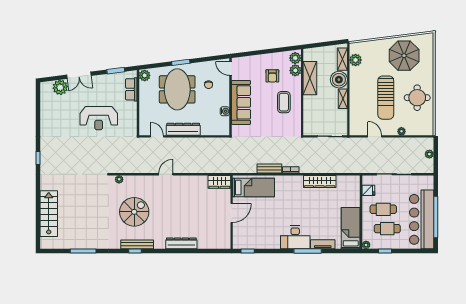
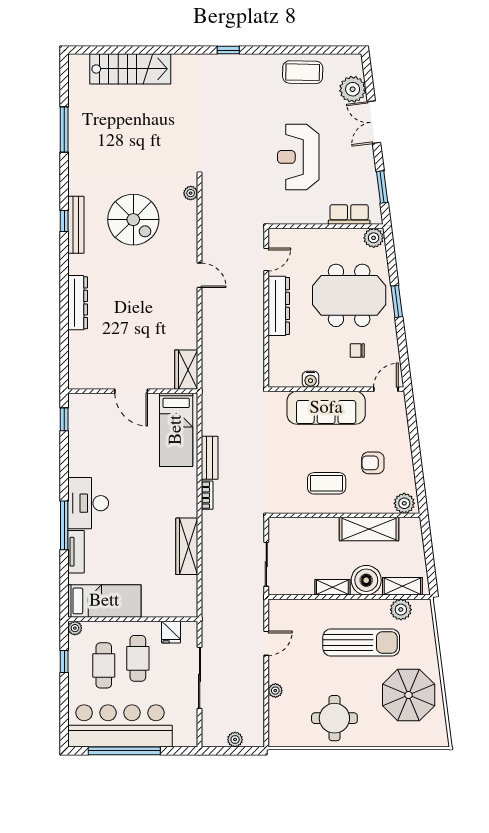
plant: (295, 70) -> (382, 503), removed
sun lounger: (386, 98) -> (361, 643), moved, turned 180
coffee table: (51, 116) -> (303, 72), added

